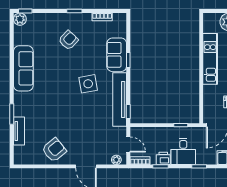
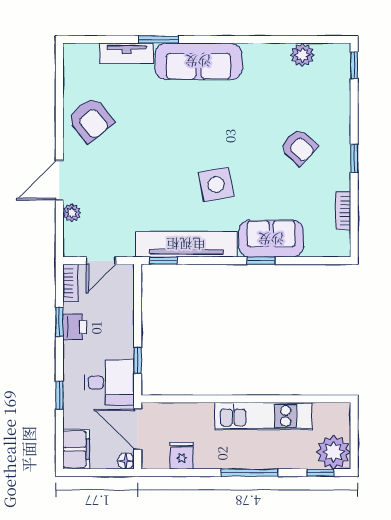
plant: (20, 19) -> (302, 55), moved
sofa: (23, 68) -> (198, 61), moved
desk: (183, 151) -> (109, 382), moved, turned 180
plant: (116, 160) -> (72, 213), moved

